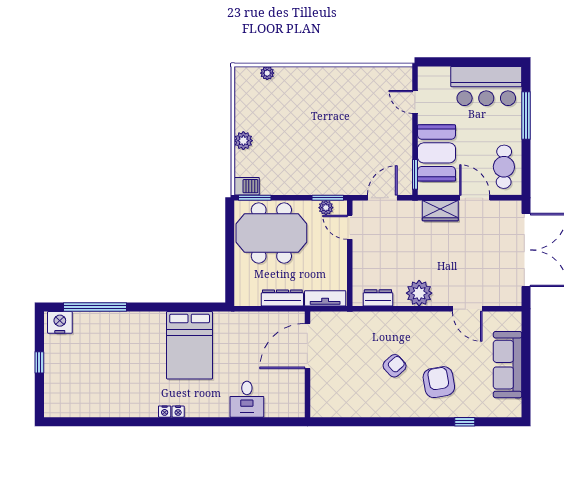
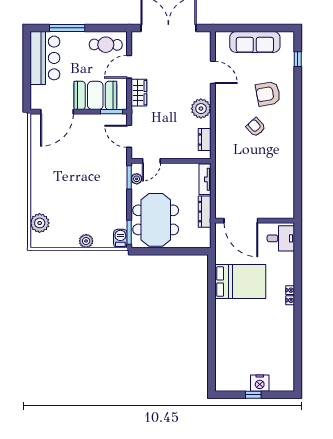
plant: (267, 73) -> (40, 223), width x1.87, depth x1.87
door: (415, 102) -> (57, 112), width x1.88
window: (95, 307) -> (211, 353), removed
door: (467, 309) -> (213, 72), hinge flipped
nightstand: (60, 322) -> (260, 383), moved, turned -90
door: (307, 346) -> (241, 221), moved
wall: (307, 364) -> (255, 221), moved
window: (465, 422) -> (298, 59), moved

